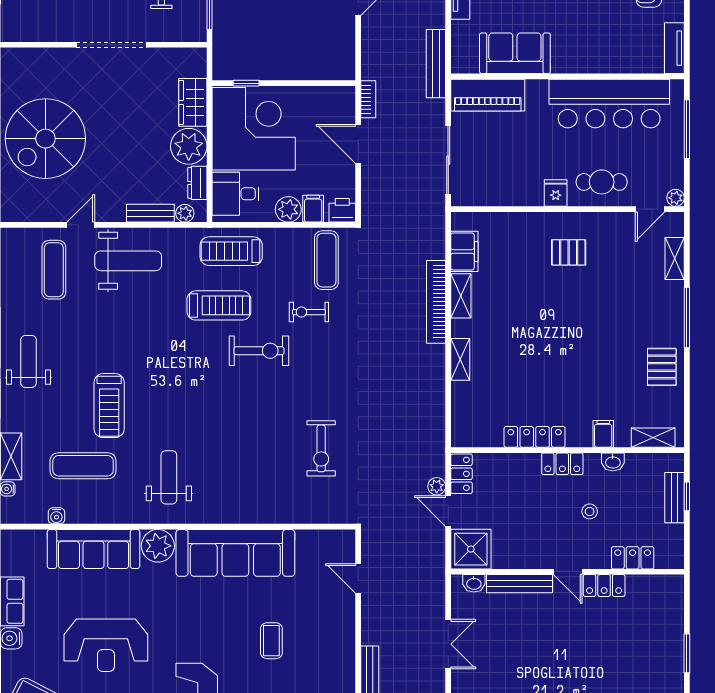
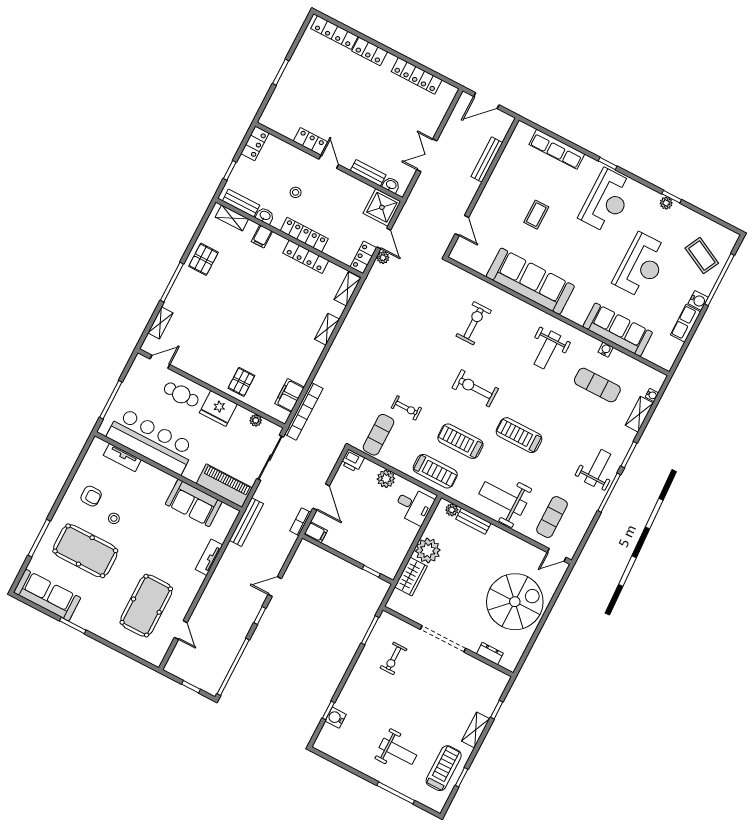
tv unit: (674, 48) -> (122, 457), moved, turned 90
corner desk: (254, 129) -> (382, 540), removed
dresser: (197, 183) -> (490, 654), moved, turned -90
fridge: (556, 193) -> (218, 408), width x1.88, depth x1.34
plant: (676, 198) -> (256, 420), moved
filing cabinet: (313, 209) -> (316, 532), moved, turned -90
door: (81, 225) -> (557, 555), moved
pallet: (569, 252) -> (241, 382), moved, turned 90
shelving: (461, 296) -> (347, 289), moved
bookcase: (436, 302) -> (304, 411), moved
exercise bike: (259, 351) -> (475, 388), moved
weight bench: (29, 361) -> (598, 468), turned 180
treadmill: (109, 406) -> (519, 435), moved, turned -90
exercise bike: (321, 448) -> (474, 323), moved
locker: (562, 464) -> (304, 235), width x1.53
bench: (675, 498) -> (241, 203), moved, turned 90
water cooler: (56, 516) -> (606, 350), moved
plant: (158, 546) -> (576, 311), removed
locker: (633, 558) -> (255, 143), moved, turned -90
bench: (519, 584) -> (368, 173), width x0.73
reception desk: (106, 645) -> (641, 265), turned 90

